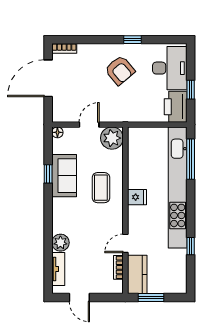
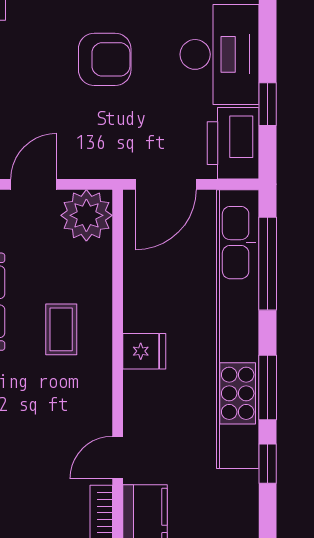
armchair: (120, 70) -> (105, 59), turned -50
door: (146, 125) -> (166, 184), added
coffee table: (101, 188) -> (61, 329), width x0.73, depth x0.77
window: (191, 213) -> (268, 387), added

